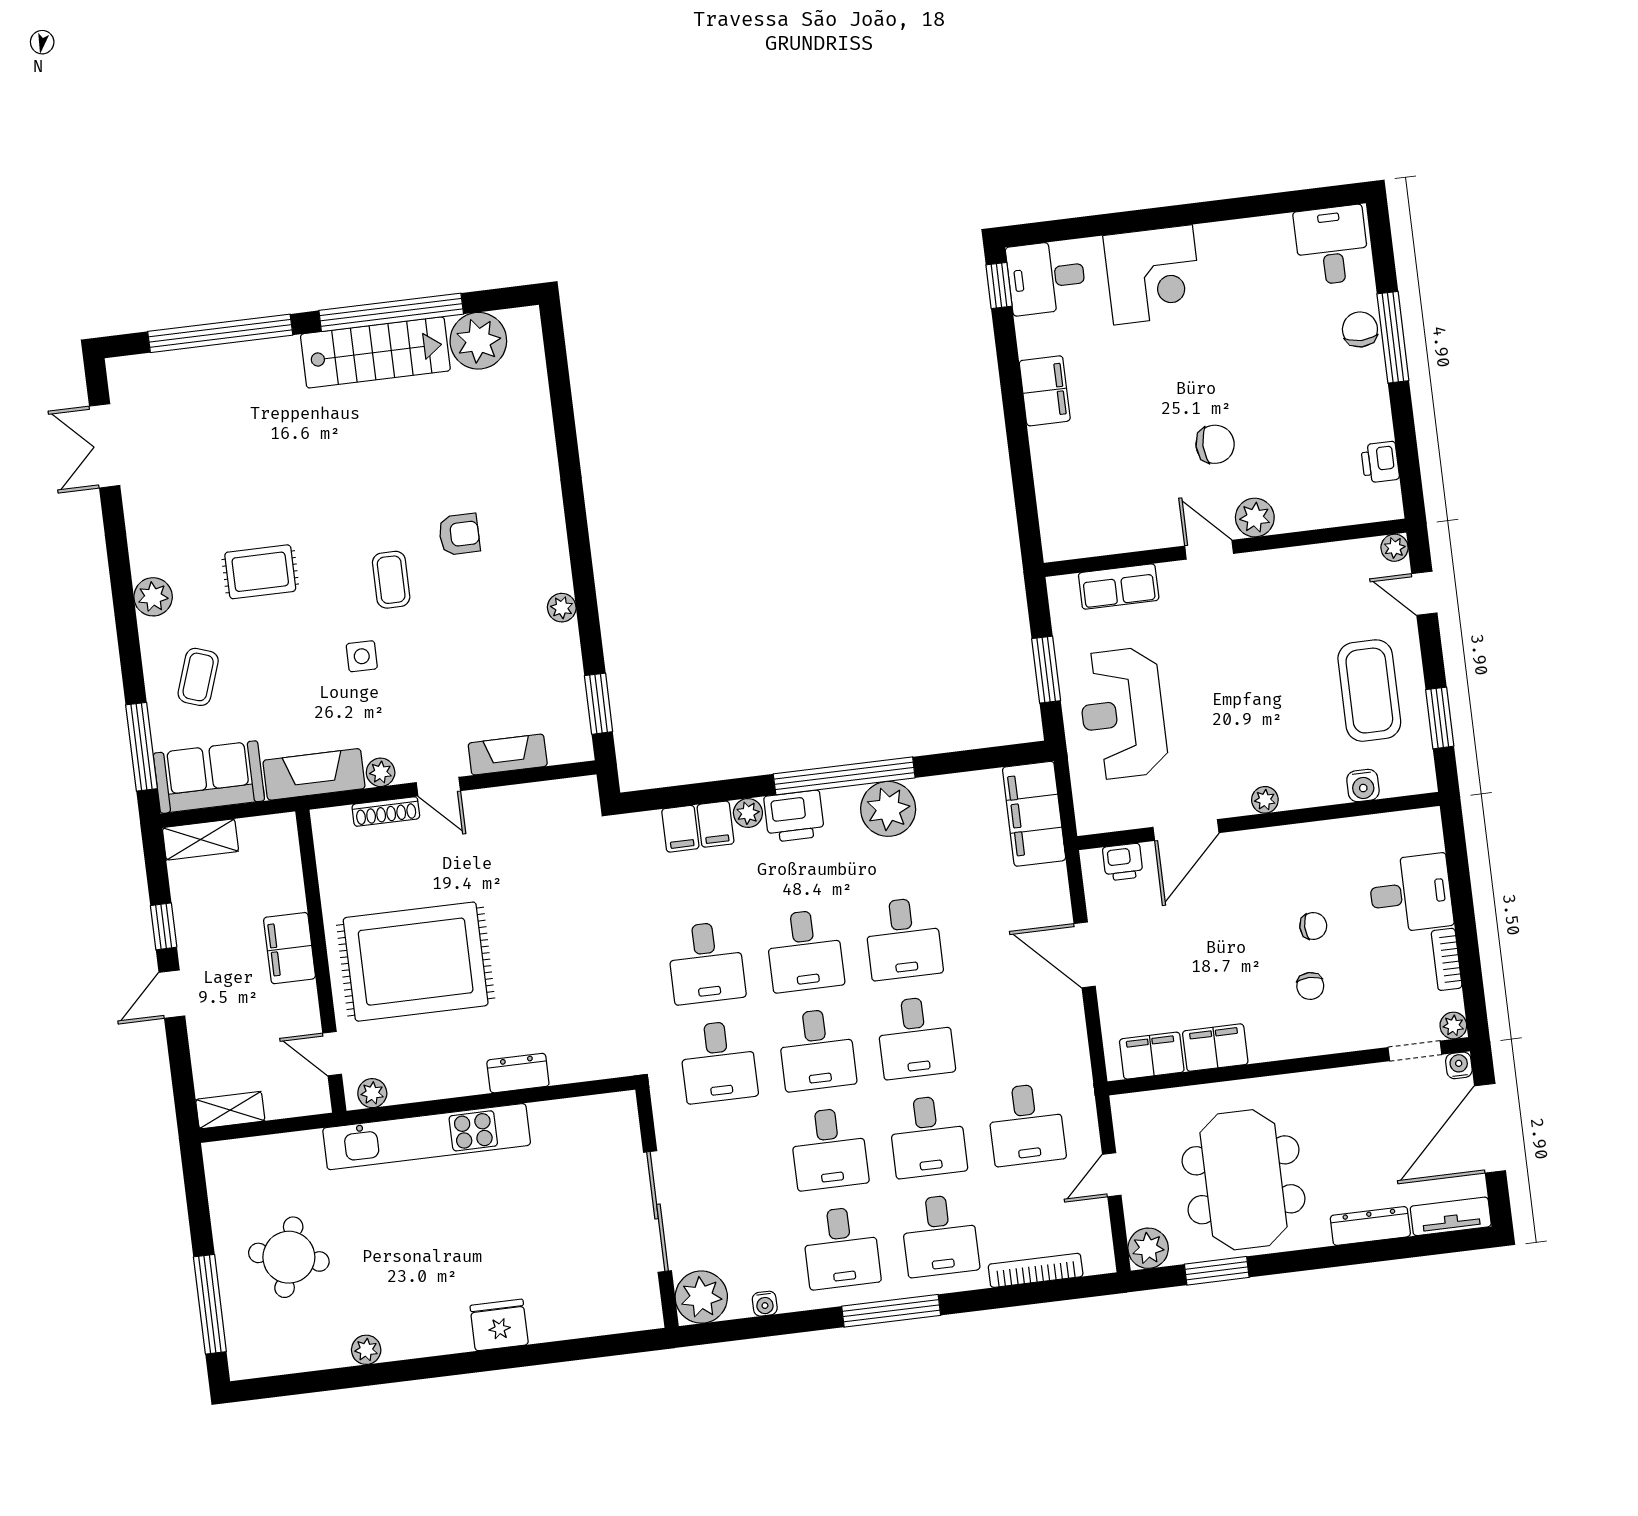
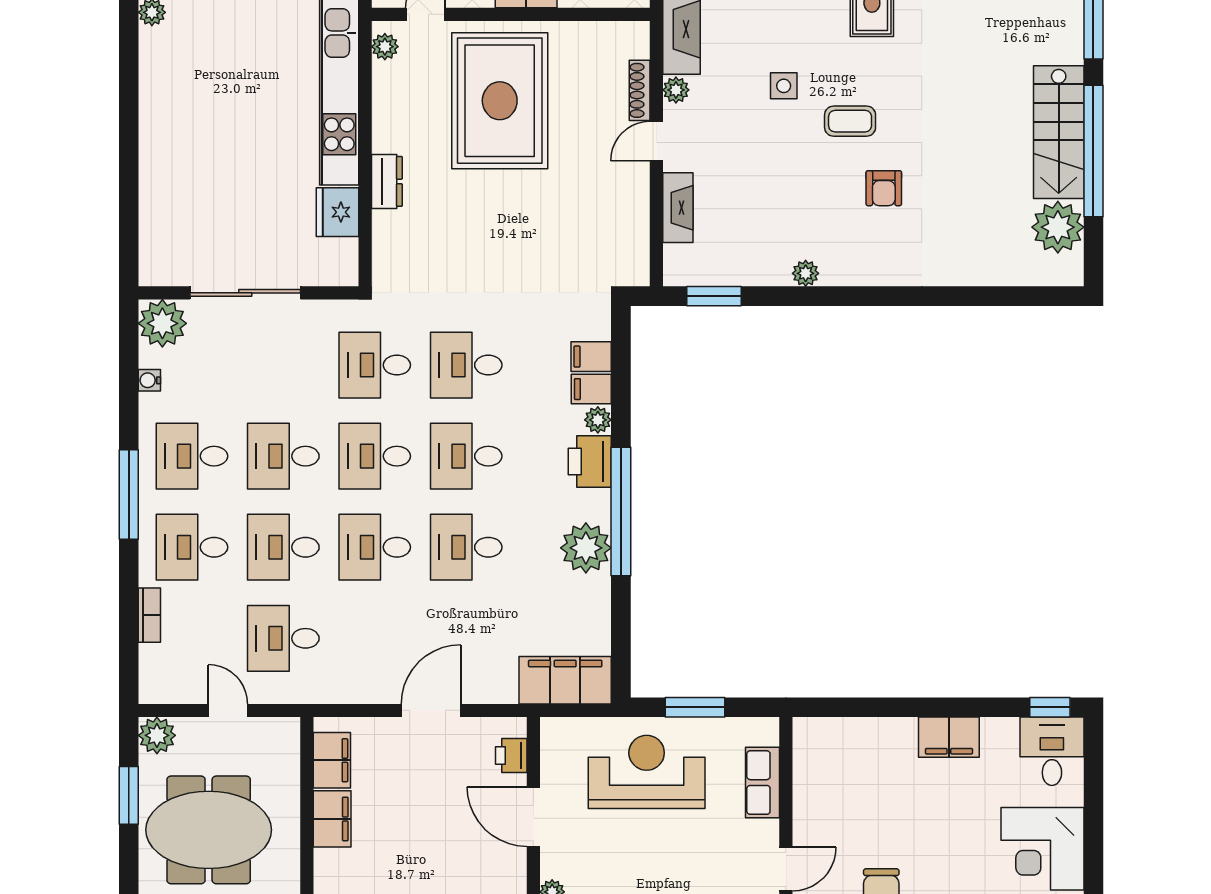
bookcase: (1036, 1270) -> (149, 615), width x0.64
fridge: (499, 1325) -> (338, 212), moved, turned 180

